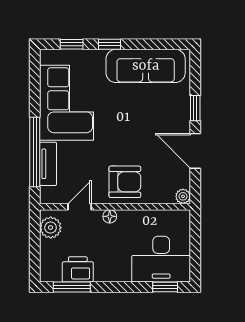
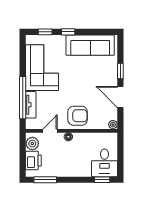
desk: (161, 259) -> (105, 163), width x0.73
printer: (78, 269) -> (33, 160), moved, turned 90

